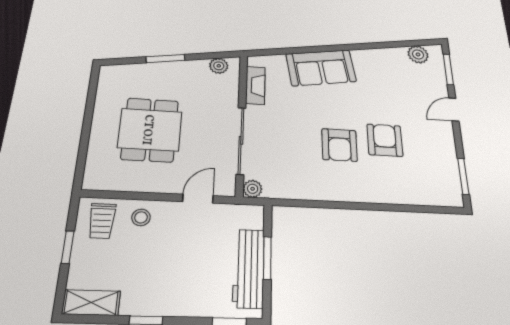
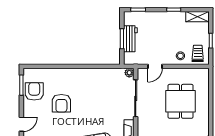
armchair: (339, 145) -> (34, 91), moved
workbench: (249, 268) -> (130, 39), width x0.73

